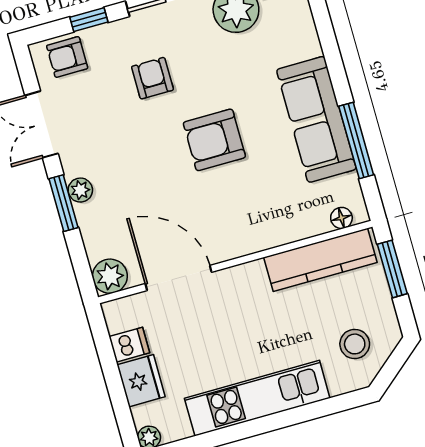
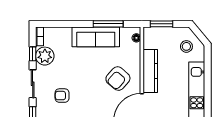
armchair: (214, 140) -> (118, 79), moved, turned 41
kitchen counter: (320, 260) -> (150, 71), moved

